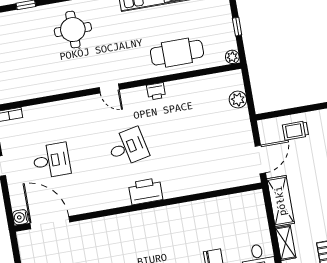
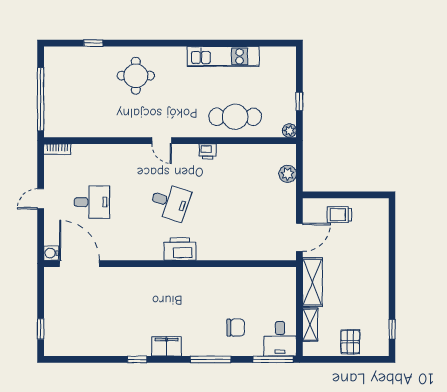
desk: (128, 147) -> (170, 202), turned 30

